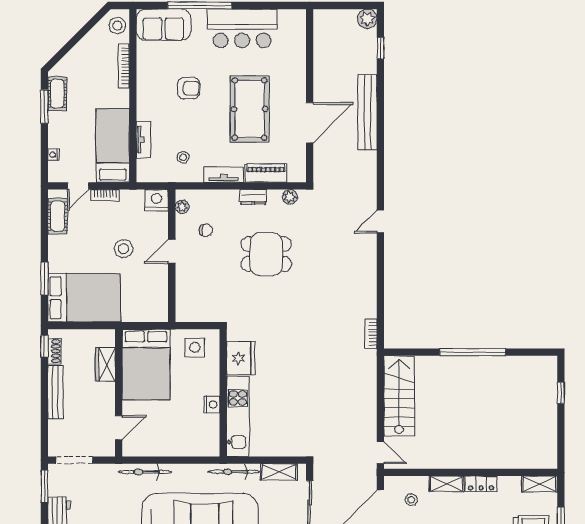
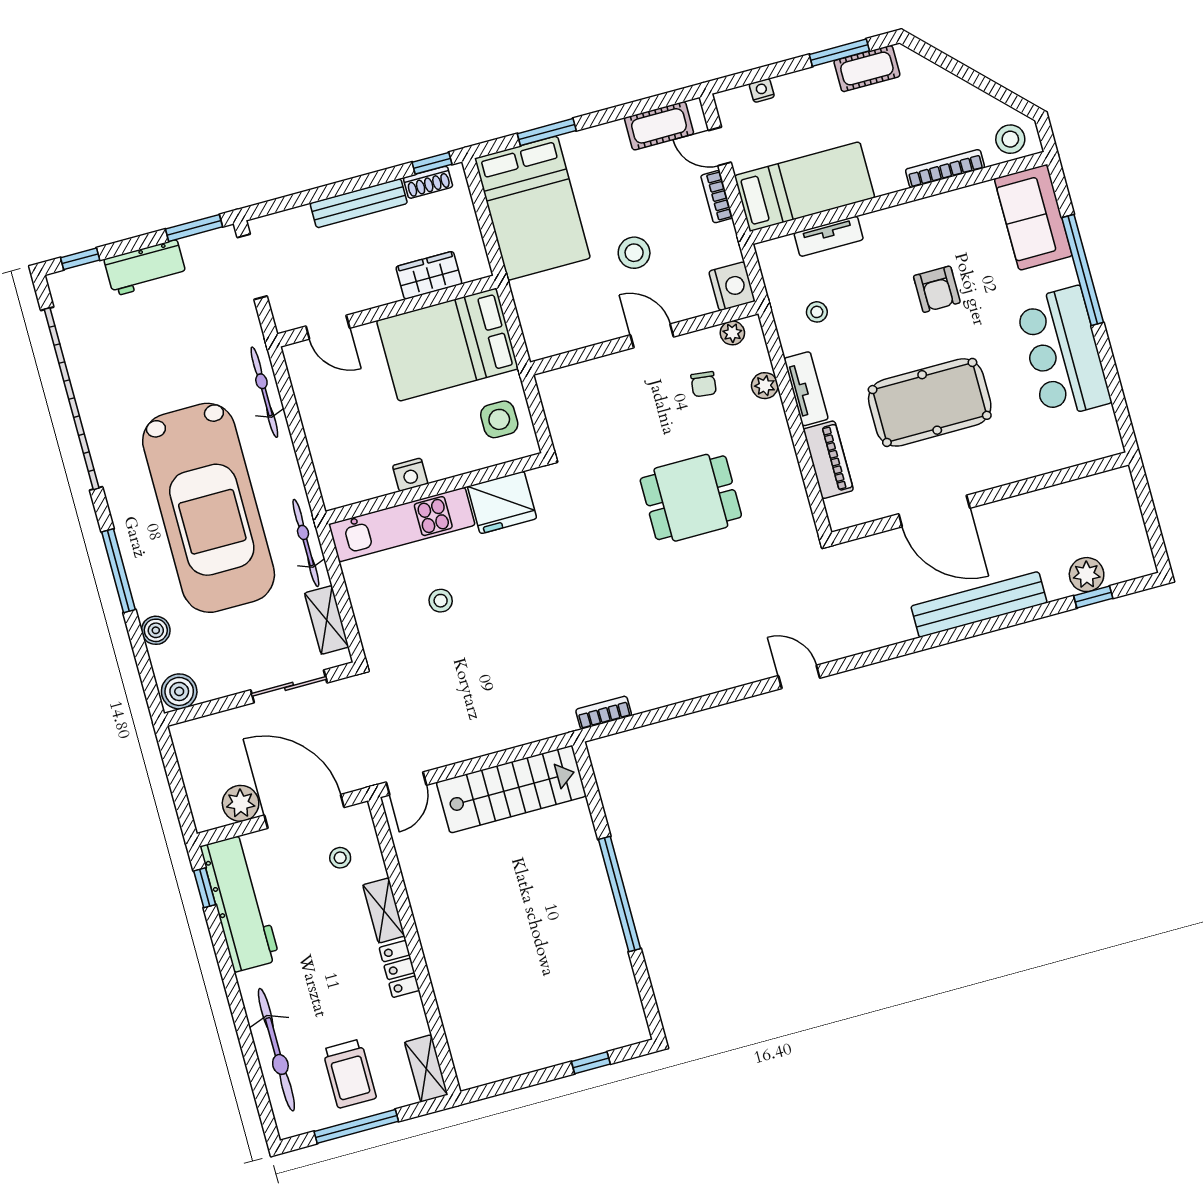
plant: (367, 19) -> (1087, 575), moved
dresser: (253, 197) -> (782, 449), removed
plant: (290, 197) -> (765, 386), moved
dining table: (266, 254) -> (691, 498), turned 90
stool: (285, 406) -> (441, 601), added

